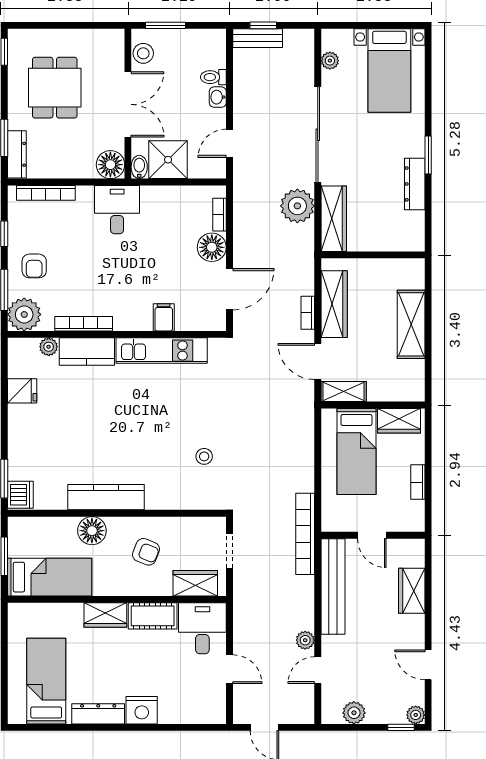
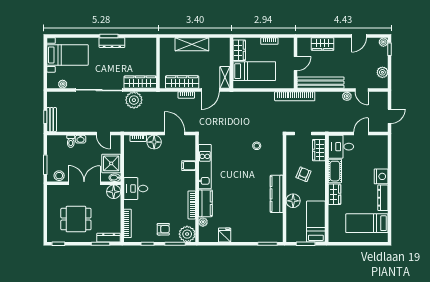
dresser: (415, 184) -> (112, 43), moved
dishwasher: (20, 495) -> (276, 236), removed

